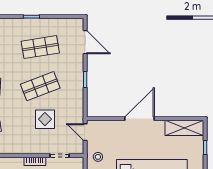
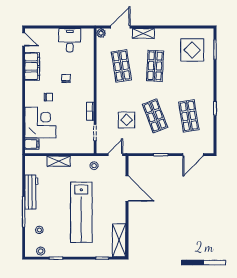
door: (139, 119) -> (127, 189), moved

